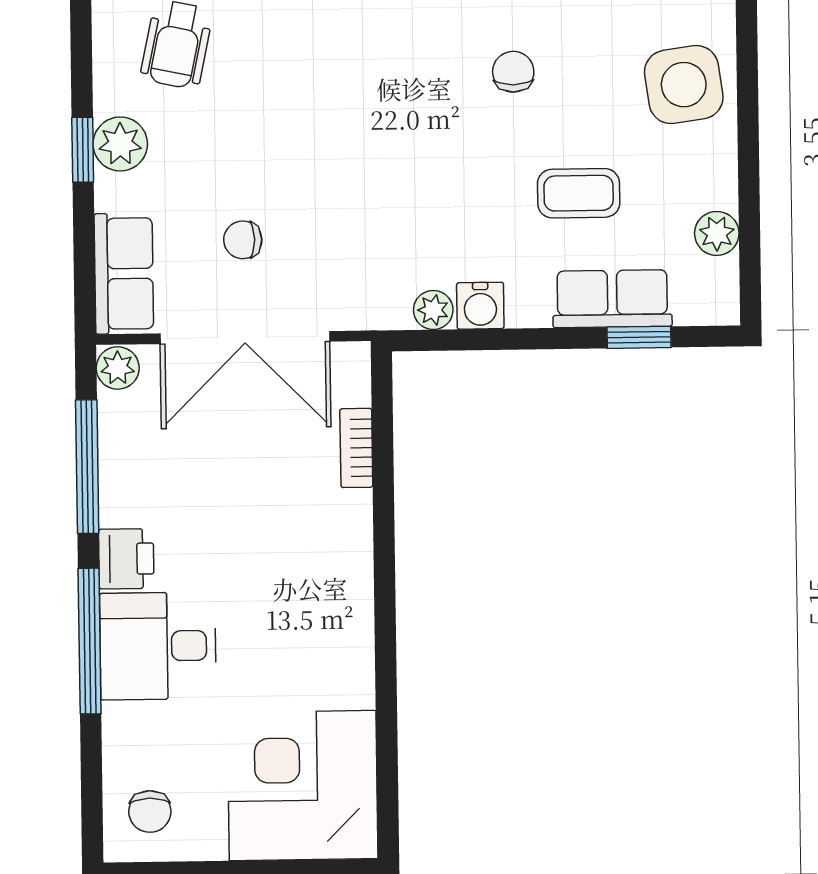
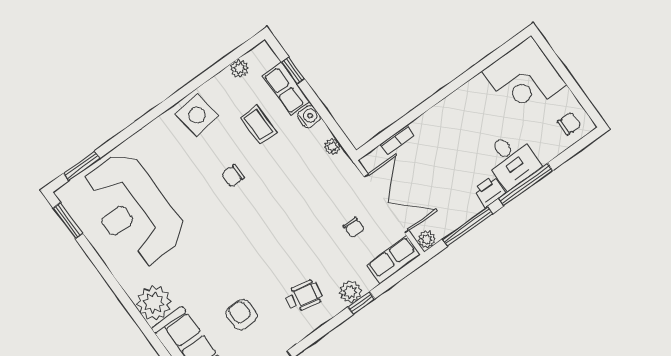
water cooler: (480, 306) -> (309, 117), moved

